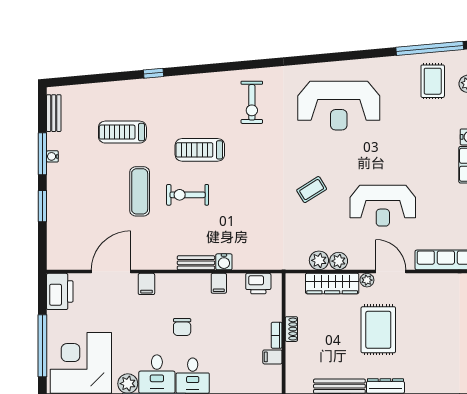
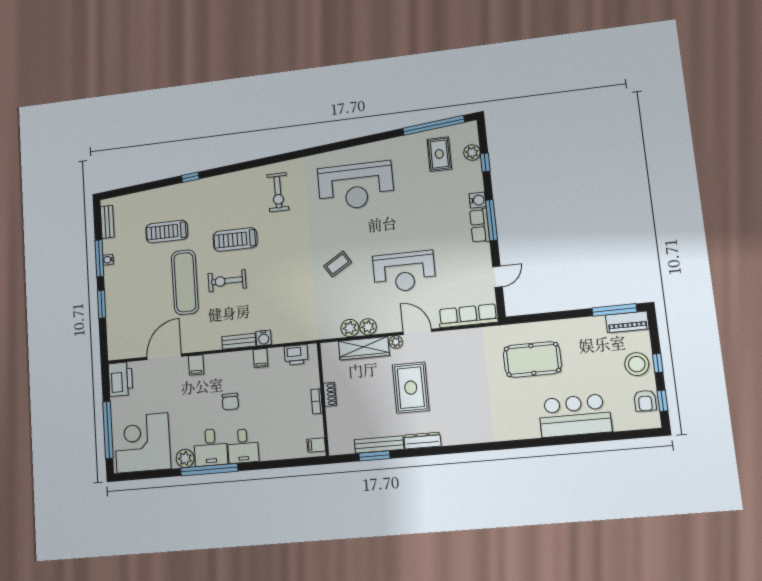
exercise mat: (140, 191) -> (185, 282), width x1.36, depth x1.45
filing cabinet: (272, 357) -> (316, 445), moved

